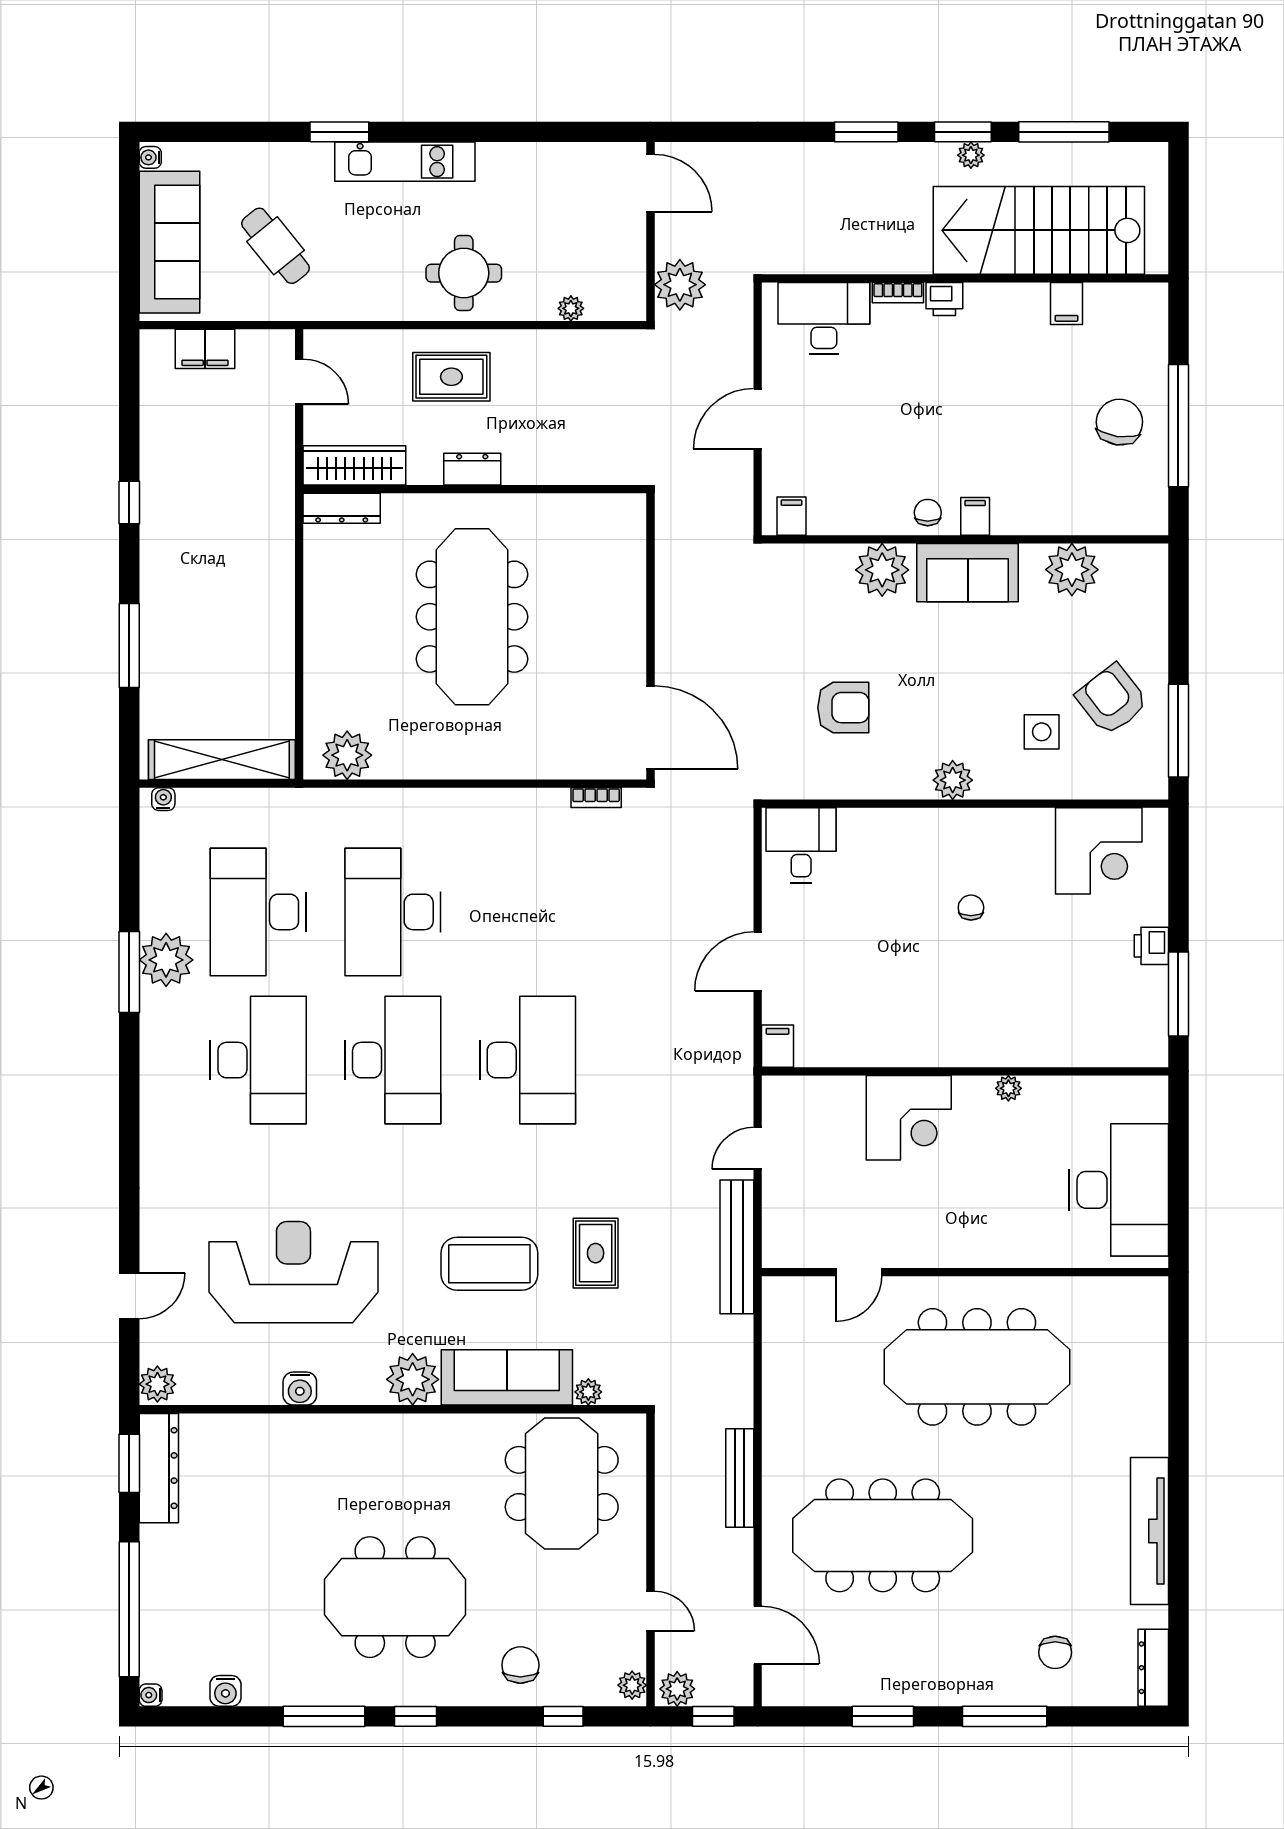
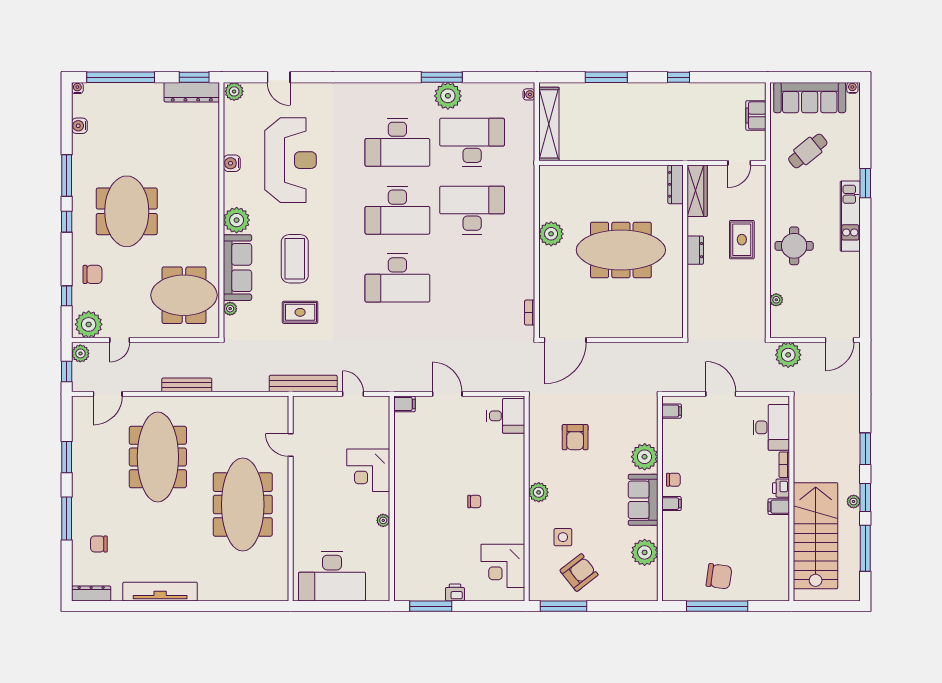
filing cabinet: (1067, 304) -> (779, 507), moved
plant: (347, 755) -> (551, 234), moved
plant: (632, 1685) -> (89, 324), width x1.87, depth x1.87

